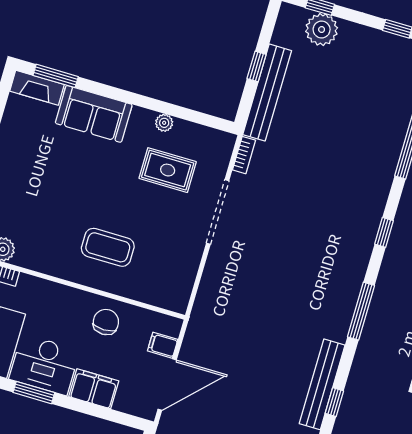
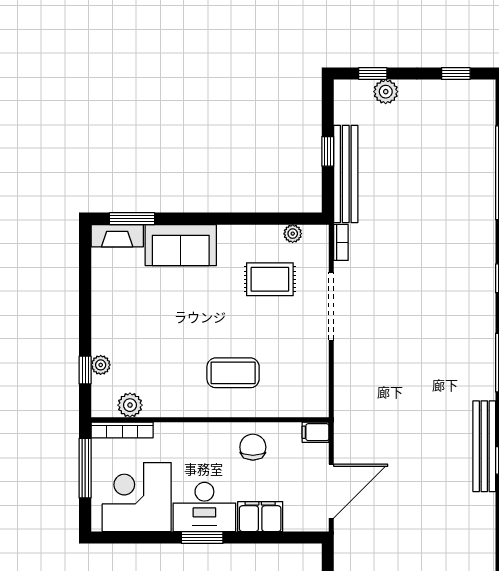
plant: (322, 30) -> (386, 92), width x0.73, depth x0.73
plant: (164, 123) -> (293, 234), moved
filing cabinet: (163, 345) -> (316, 432), moved

